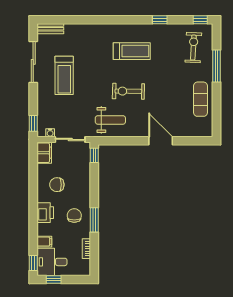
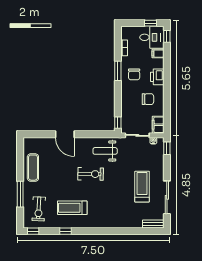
treadmill: (132, 51) -> (72, 208), moved

